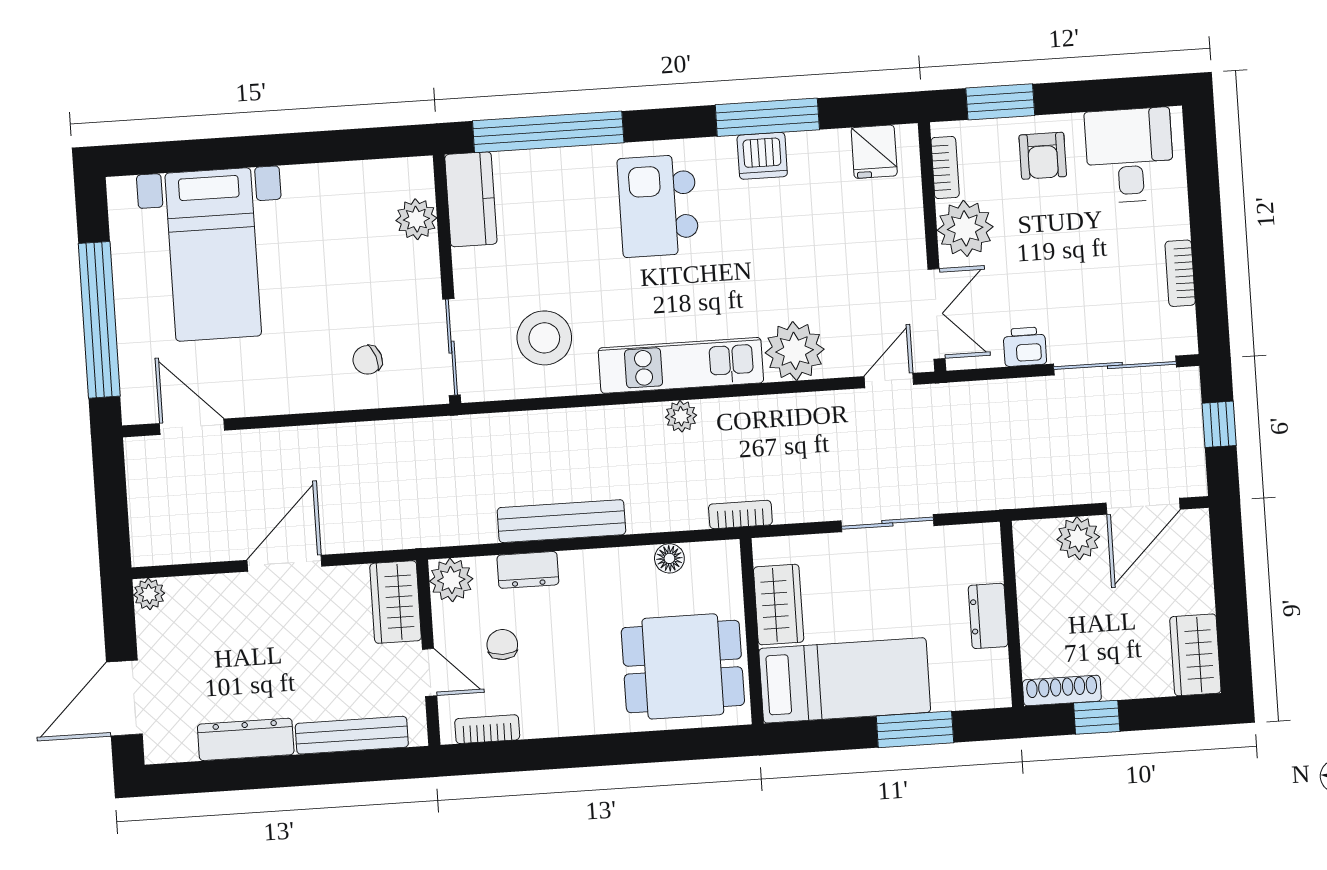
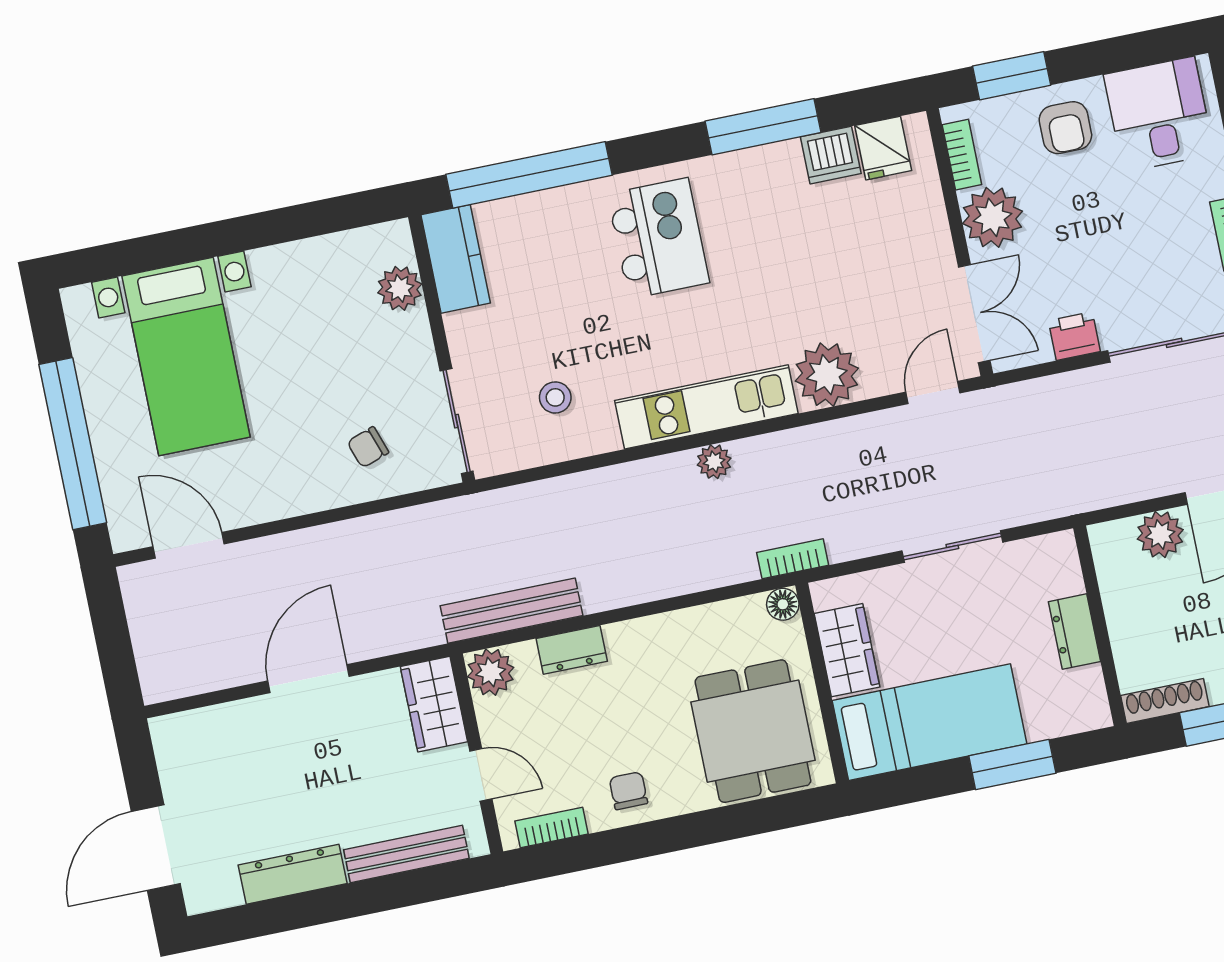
dishwasher: (762, 156) -> (831, 155), moved
kitchen island: (658, 206) -> (658, 238), turned 180
stool: (544, 338) -> (555, 397), width x0.53, depth x0.53
bench: (561, 521) -> (512, 611), moved
floor lamp: (669, 558) -> (783, 604), moved
plant: (149, 594) -> (167, 732), removed
chair: (502, 645) -> (628, 791), moved
dining table: (683, 666) -> (753, 731), turned 90

